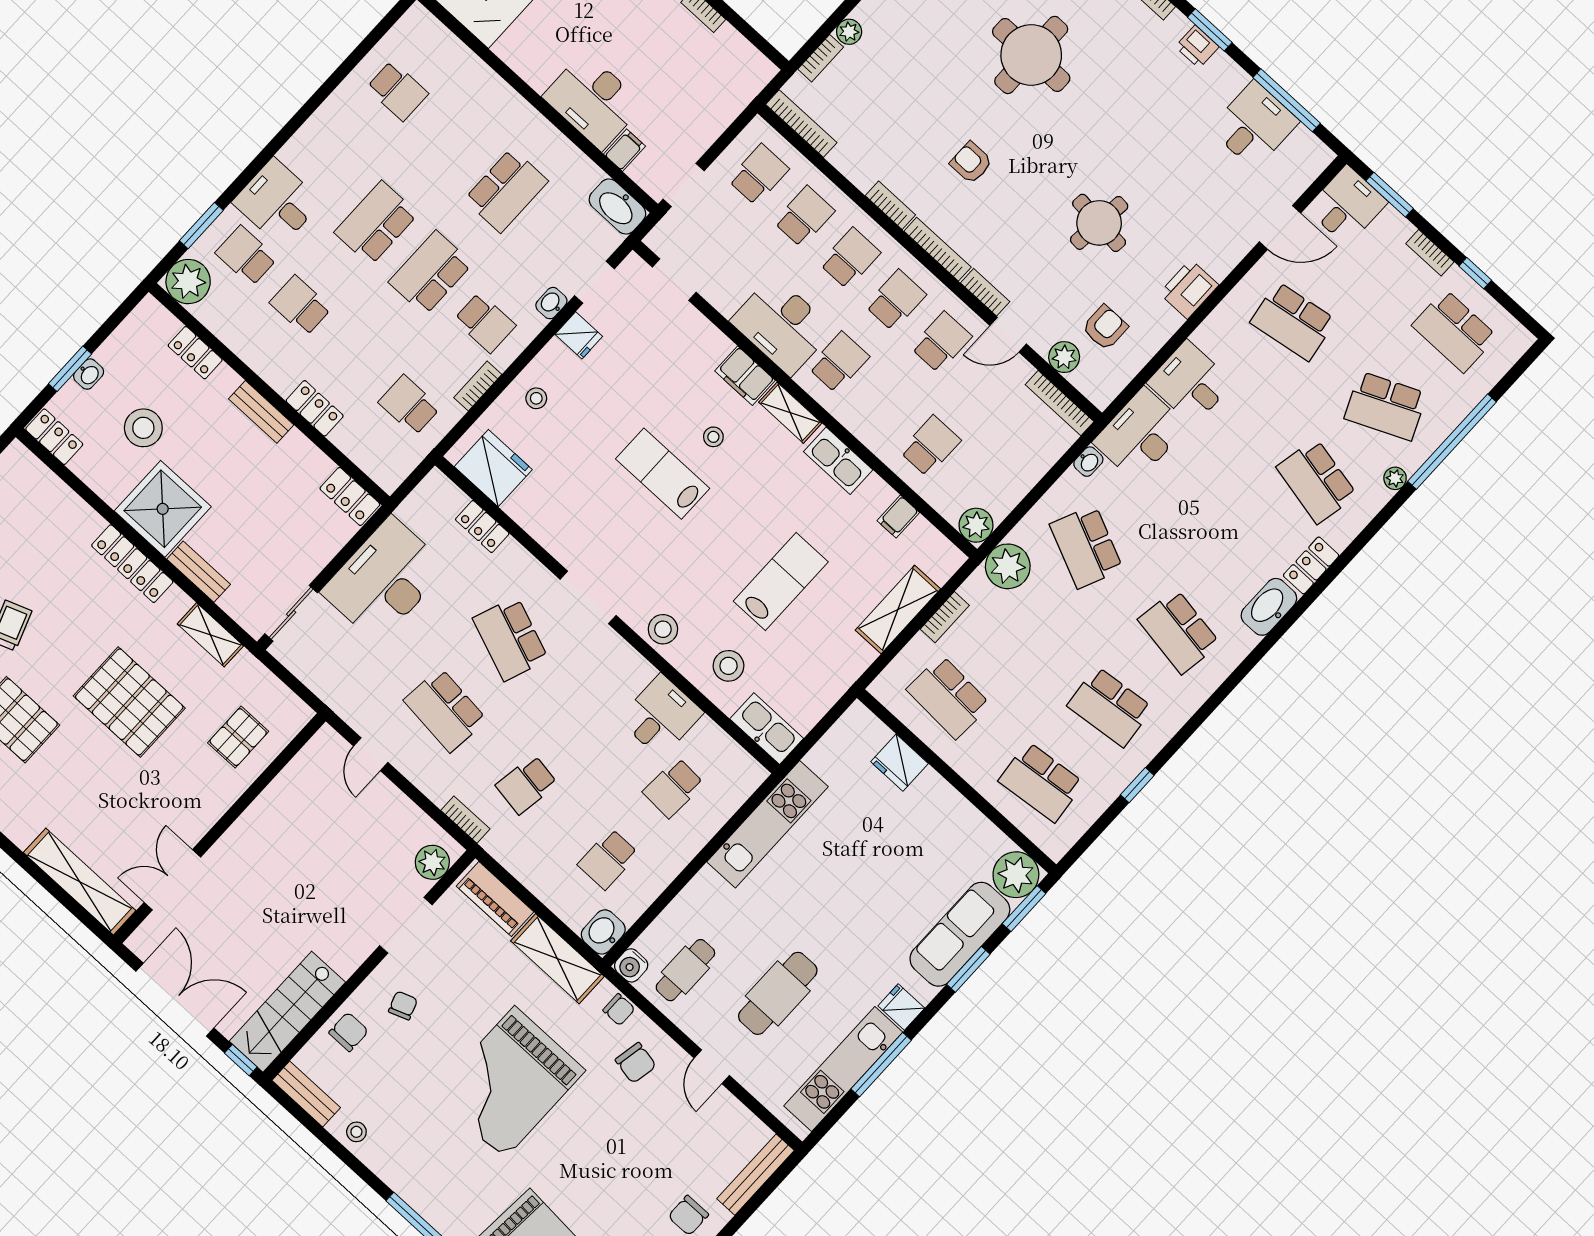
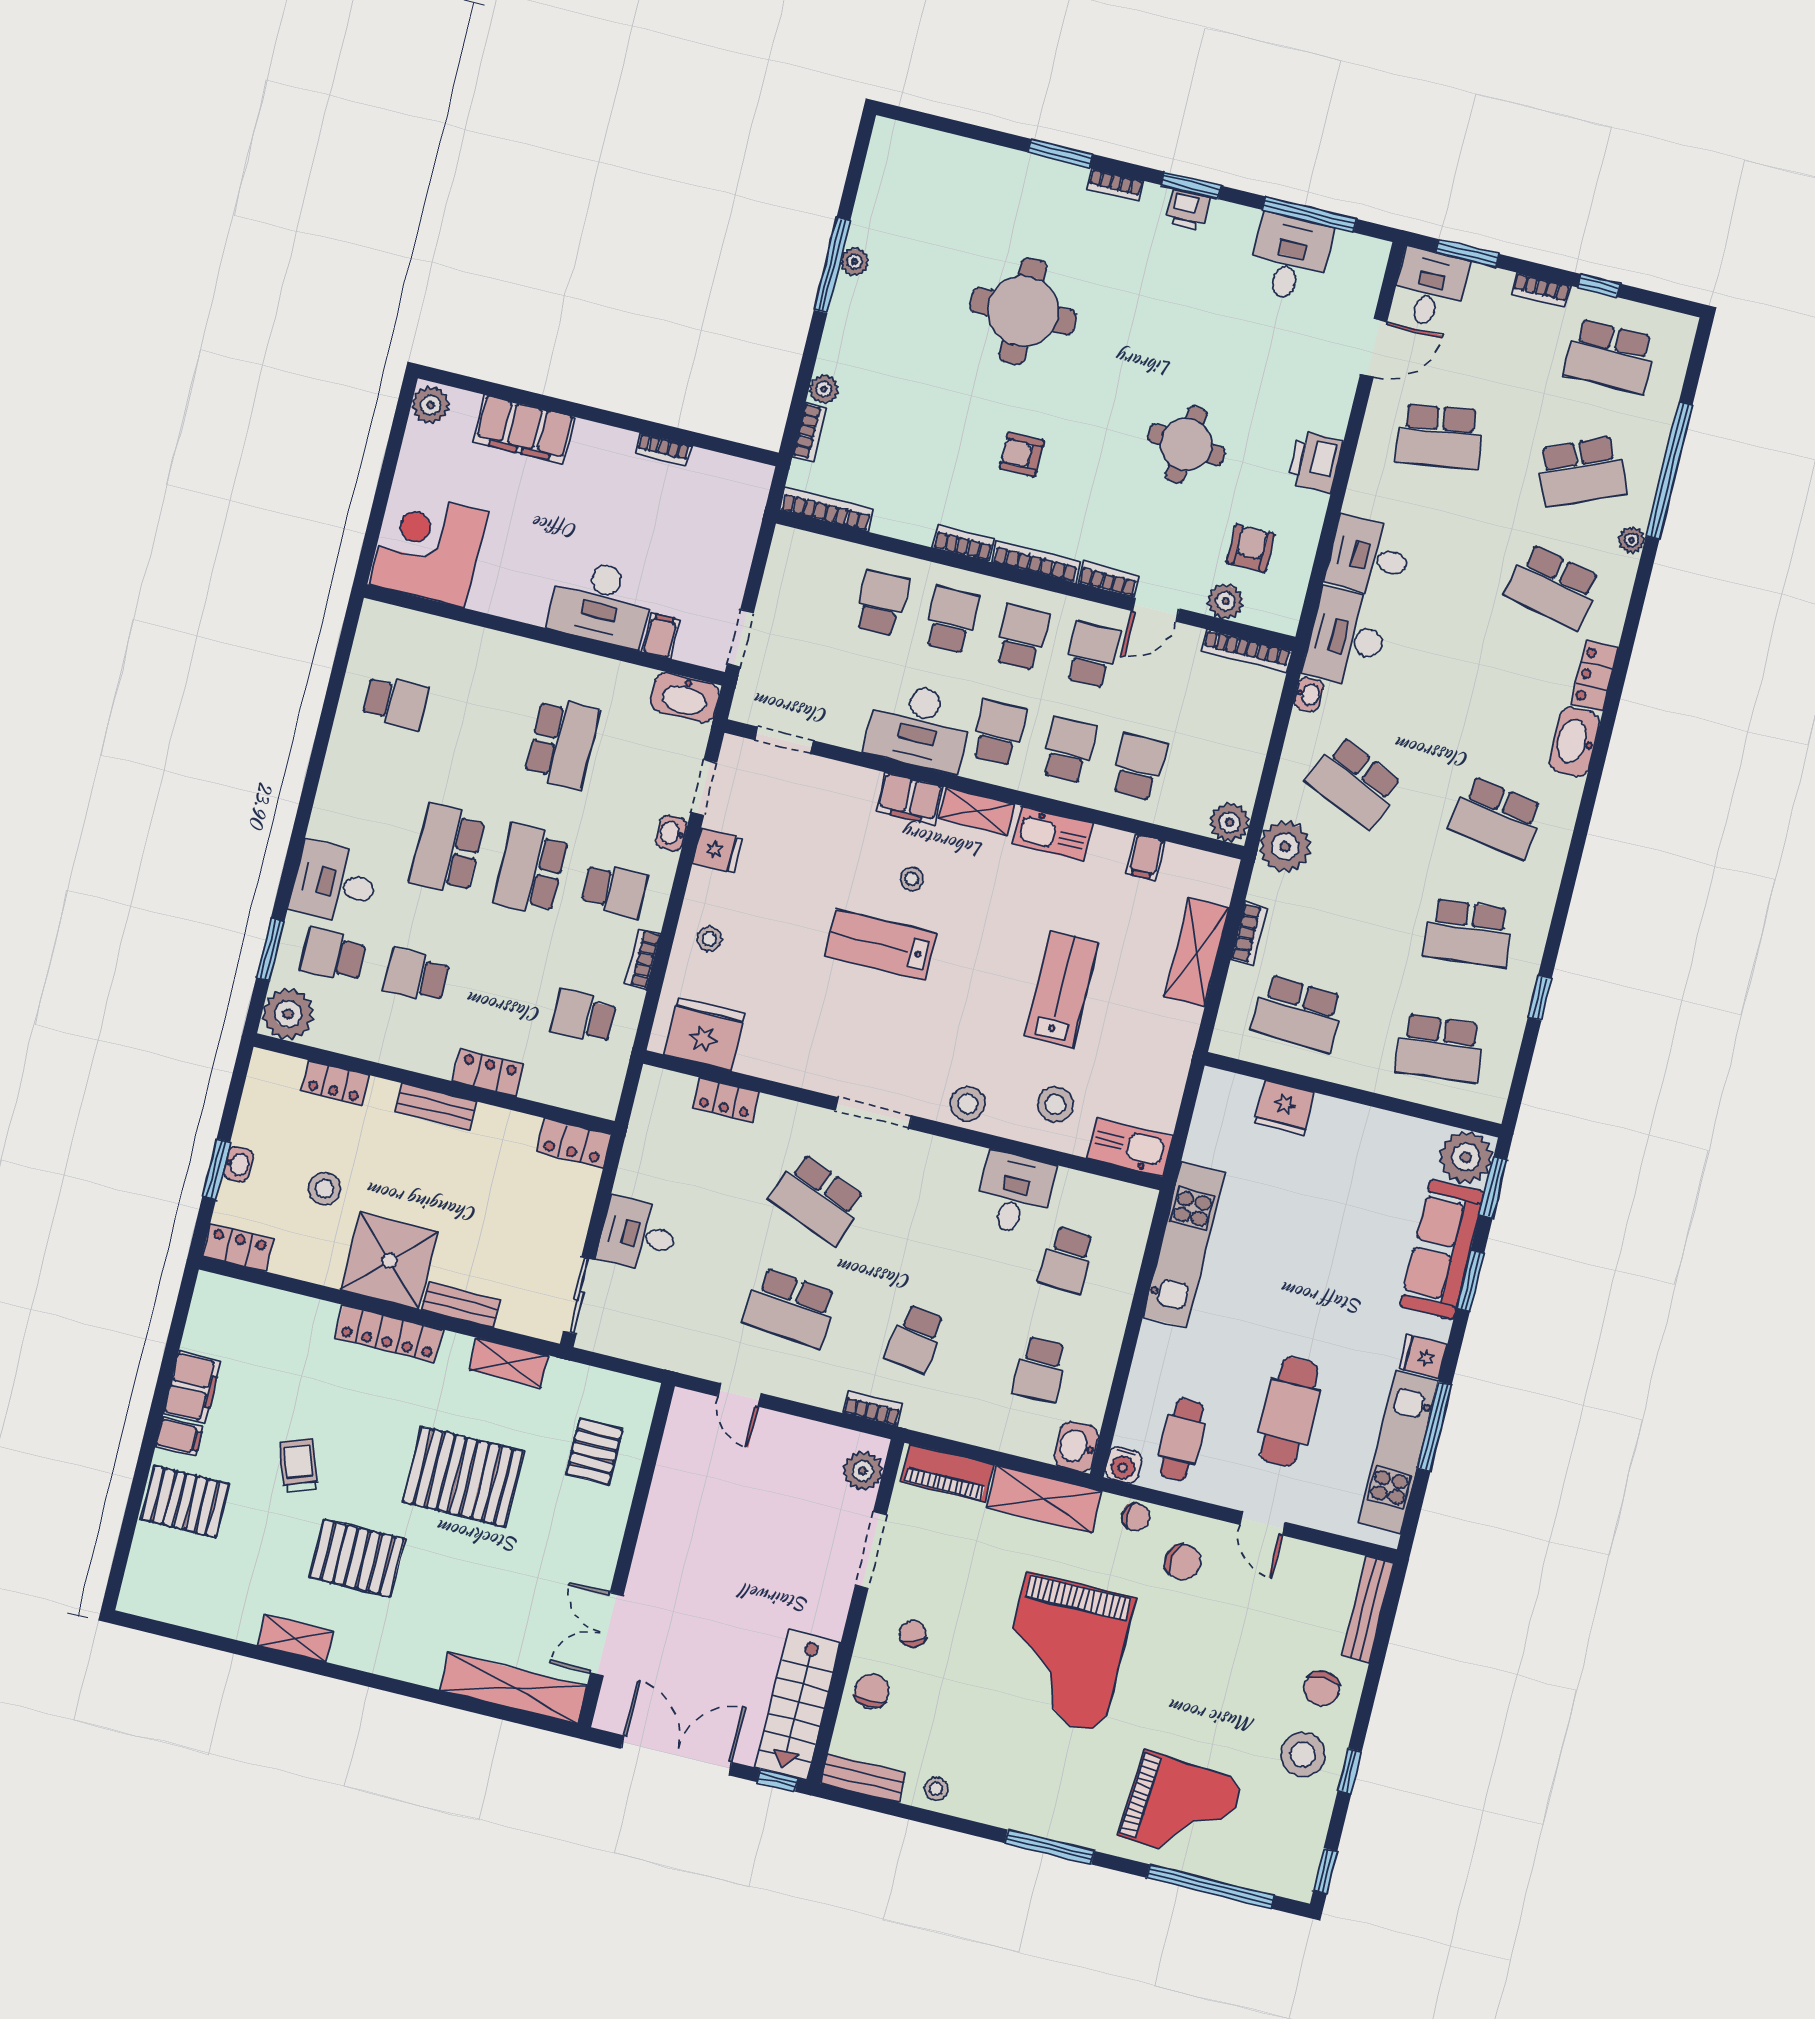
school desk: (759, 175) -> (1068, 750), moved
stool: (143, 428) -> (324, 1189), width x0.73, depth x0.73
desk: (384, 580) -> (638, 1235), width x0.53, depth x0.77

